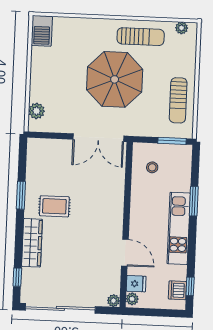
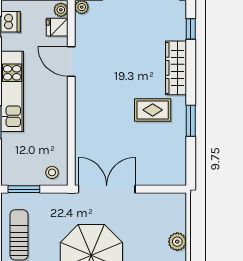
plant: (37, 111) -> (177, 242), moved
stool: (152, 167) -> (52, 172), moved

